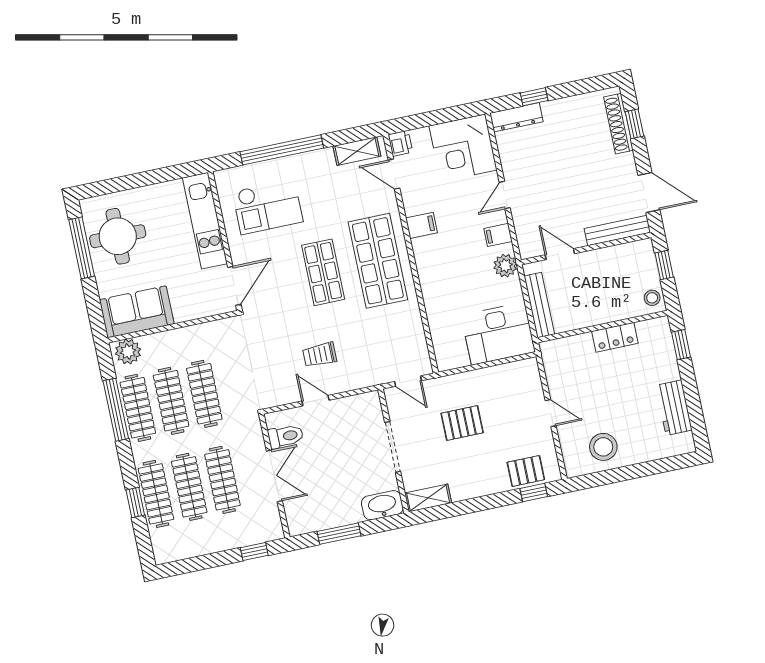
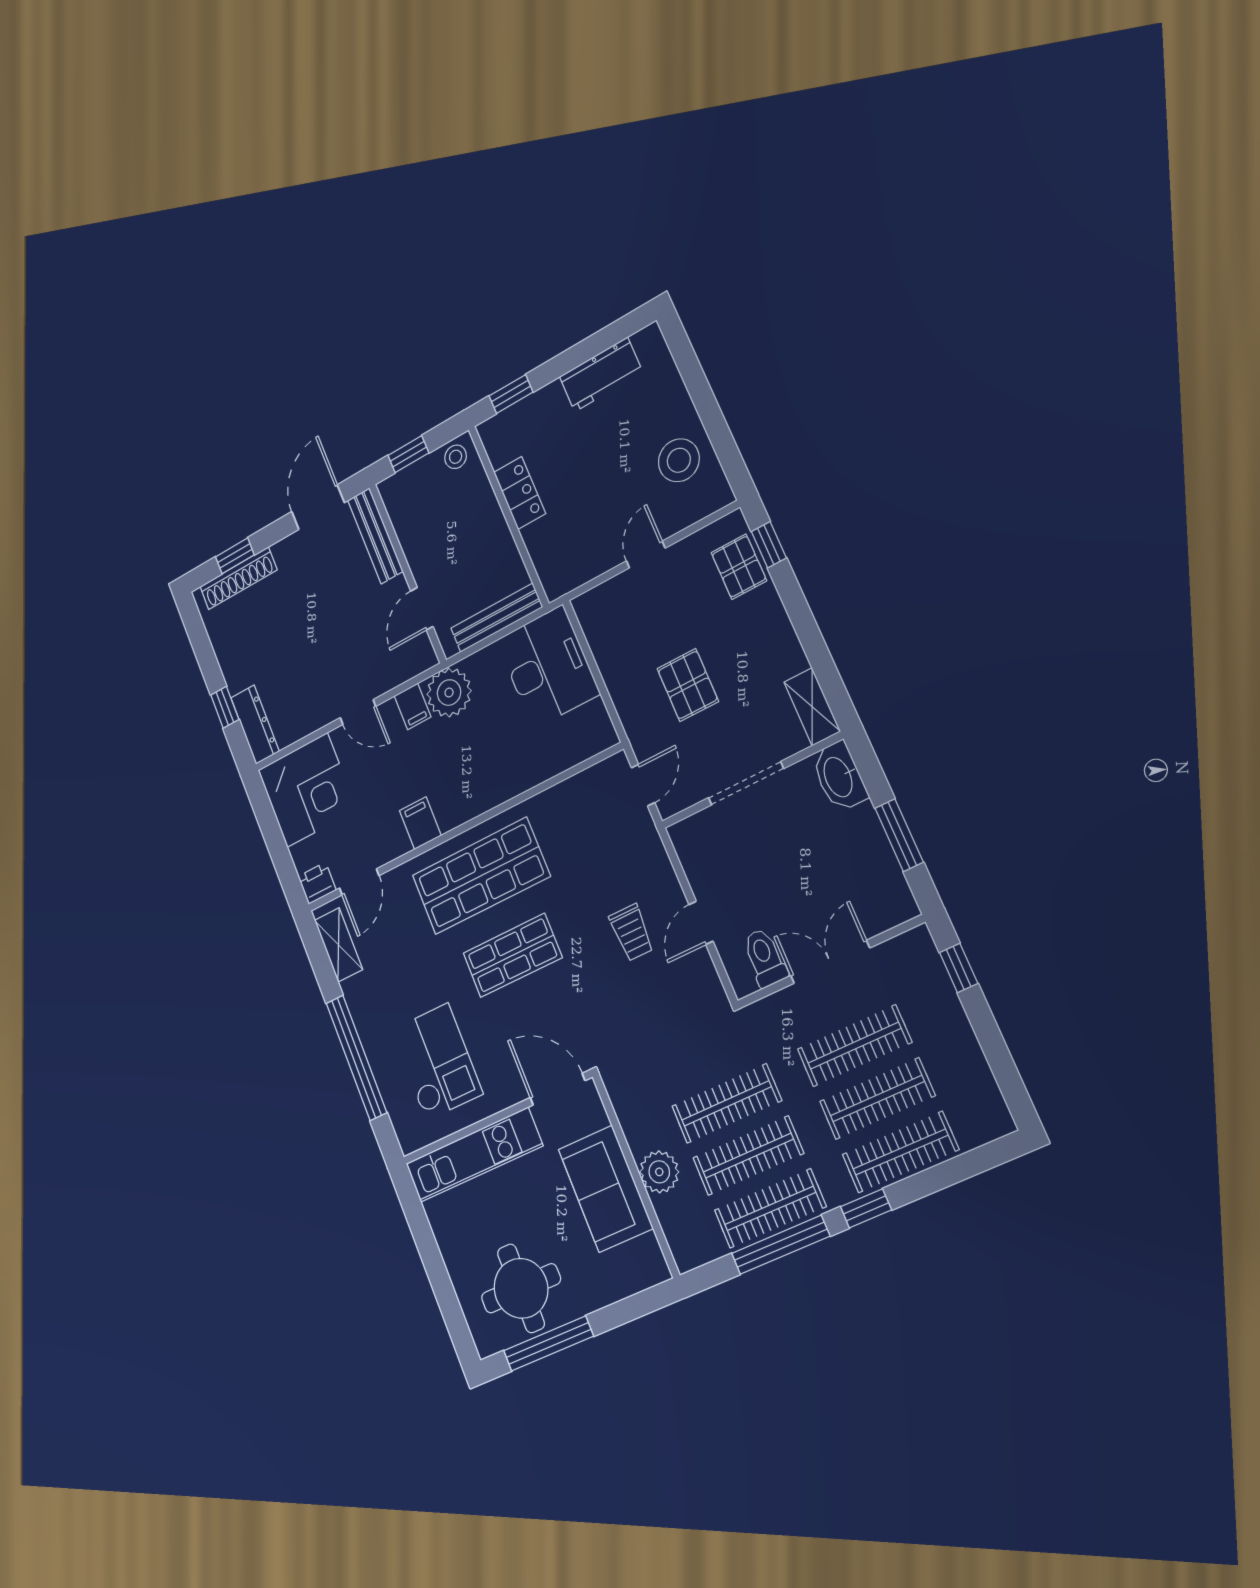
plant: (505, 266) -> (449, 693), width x1.36, depth x1.36
sofa: (137, 312) -> (606, 1189), moved
plant: (128, 352) -> (659, 1172), moved
window: (135, 502) -> (866, 1208), moved

